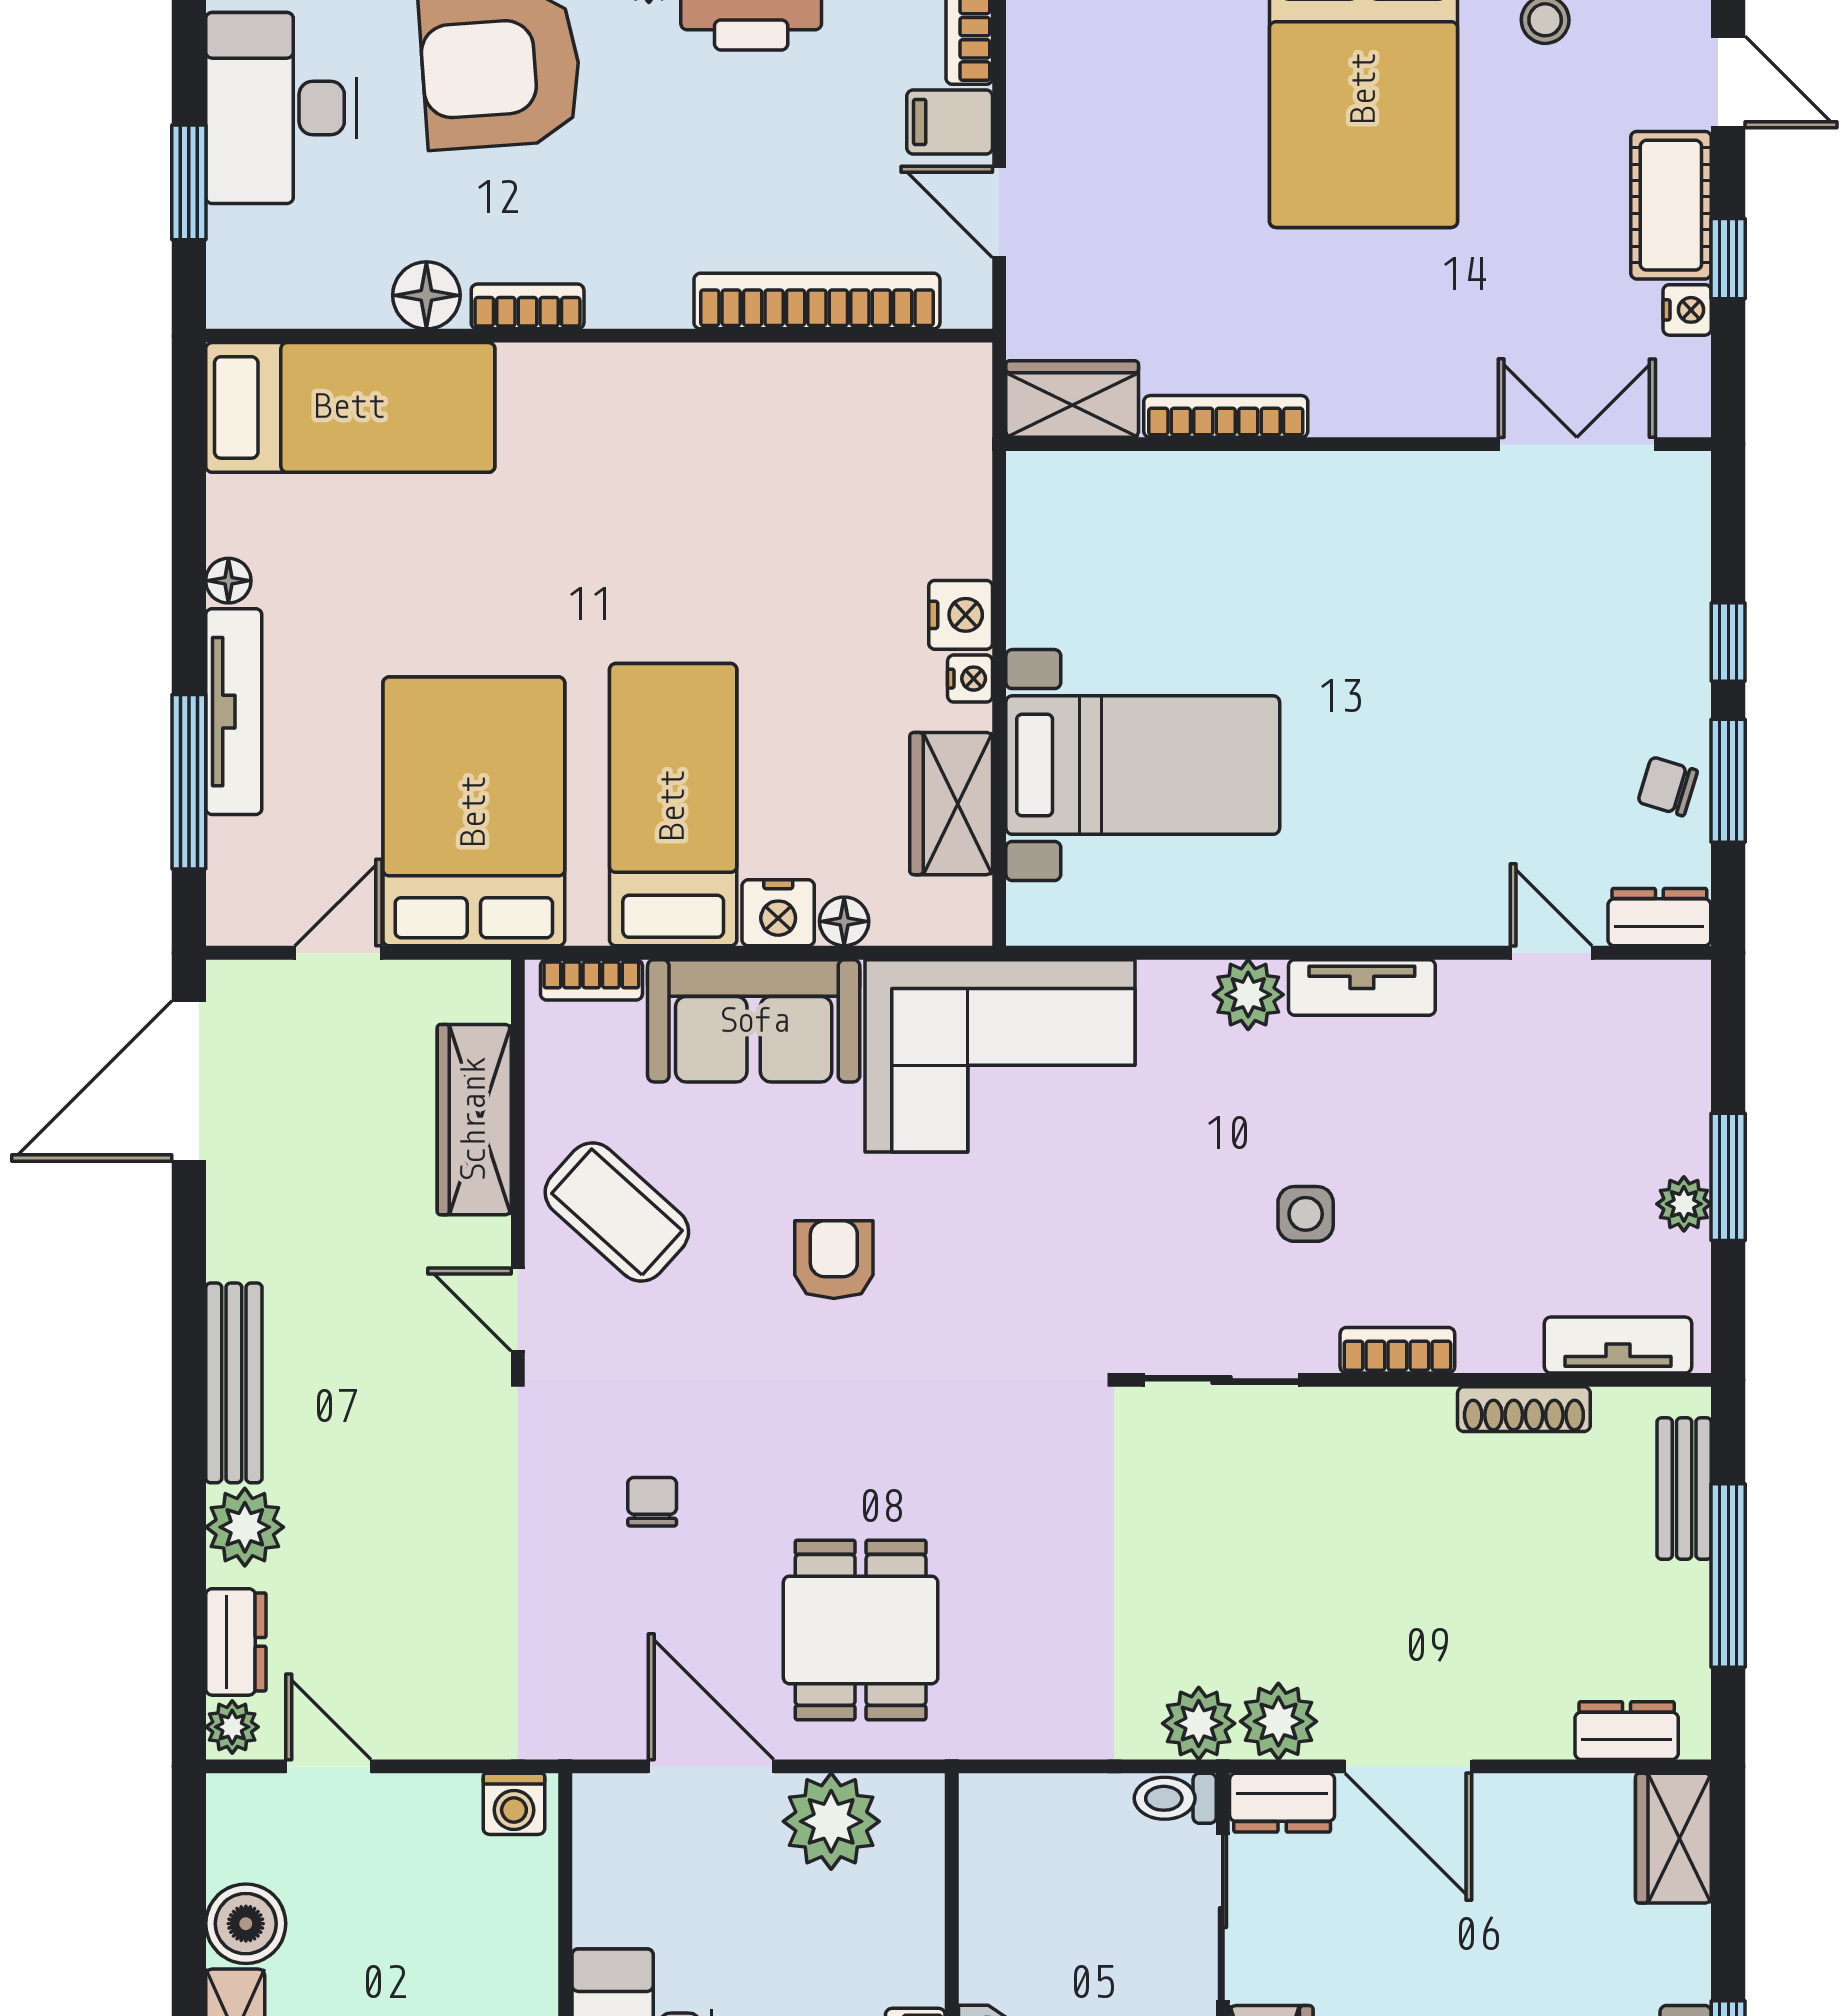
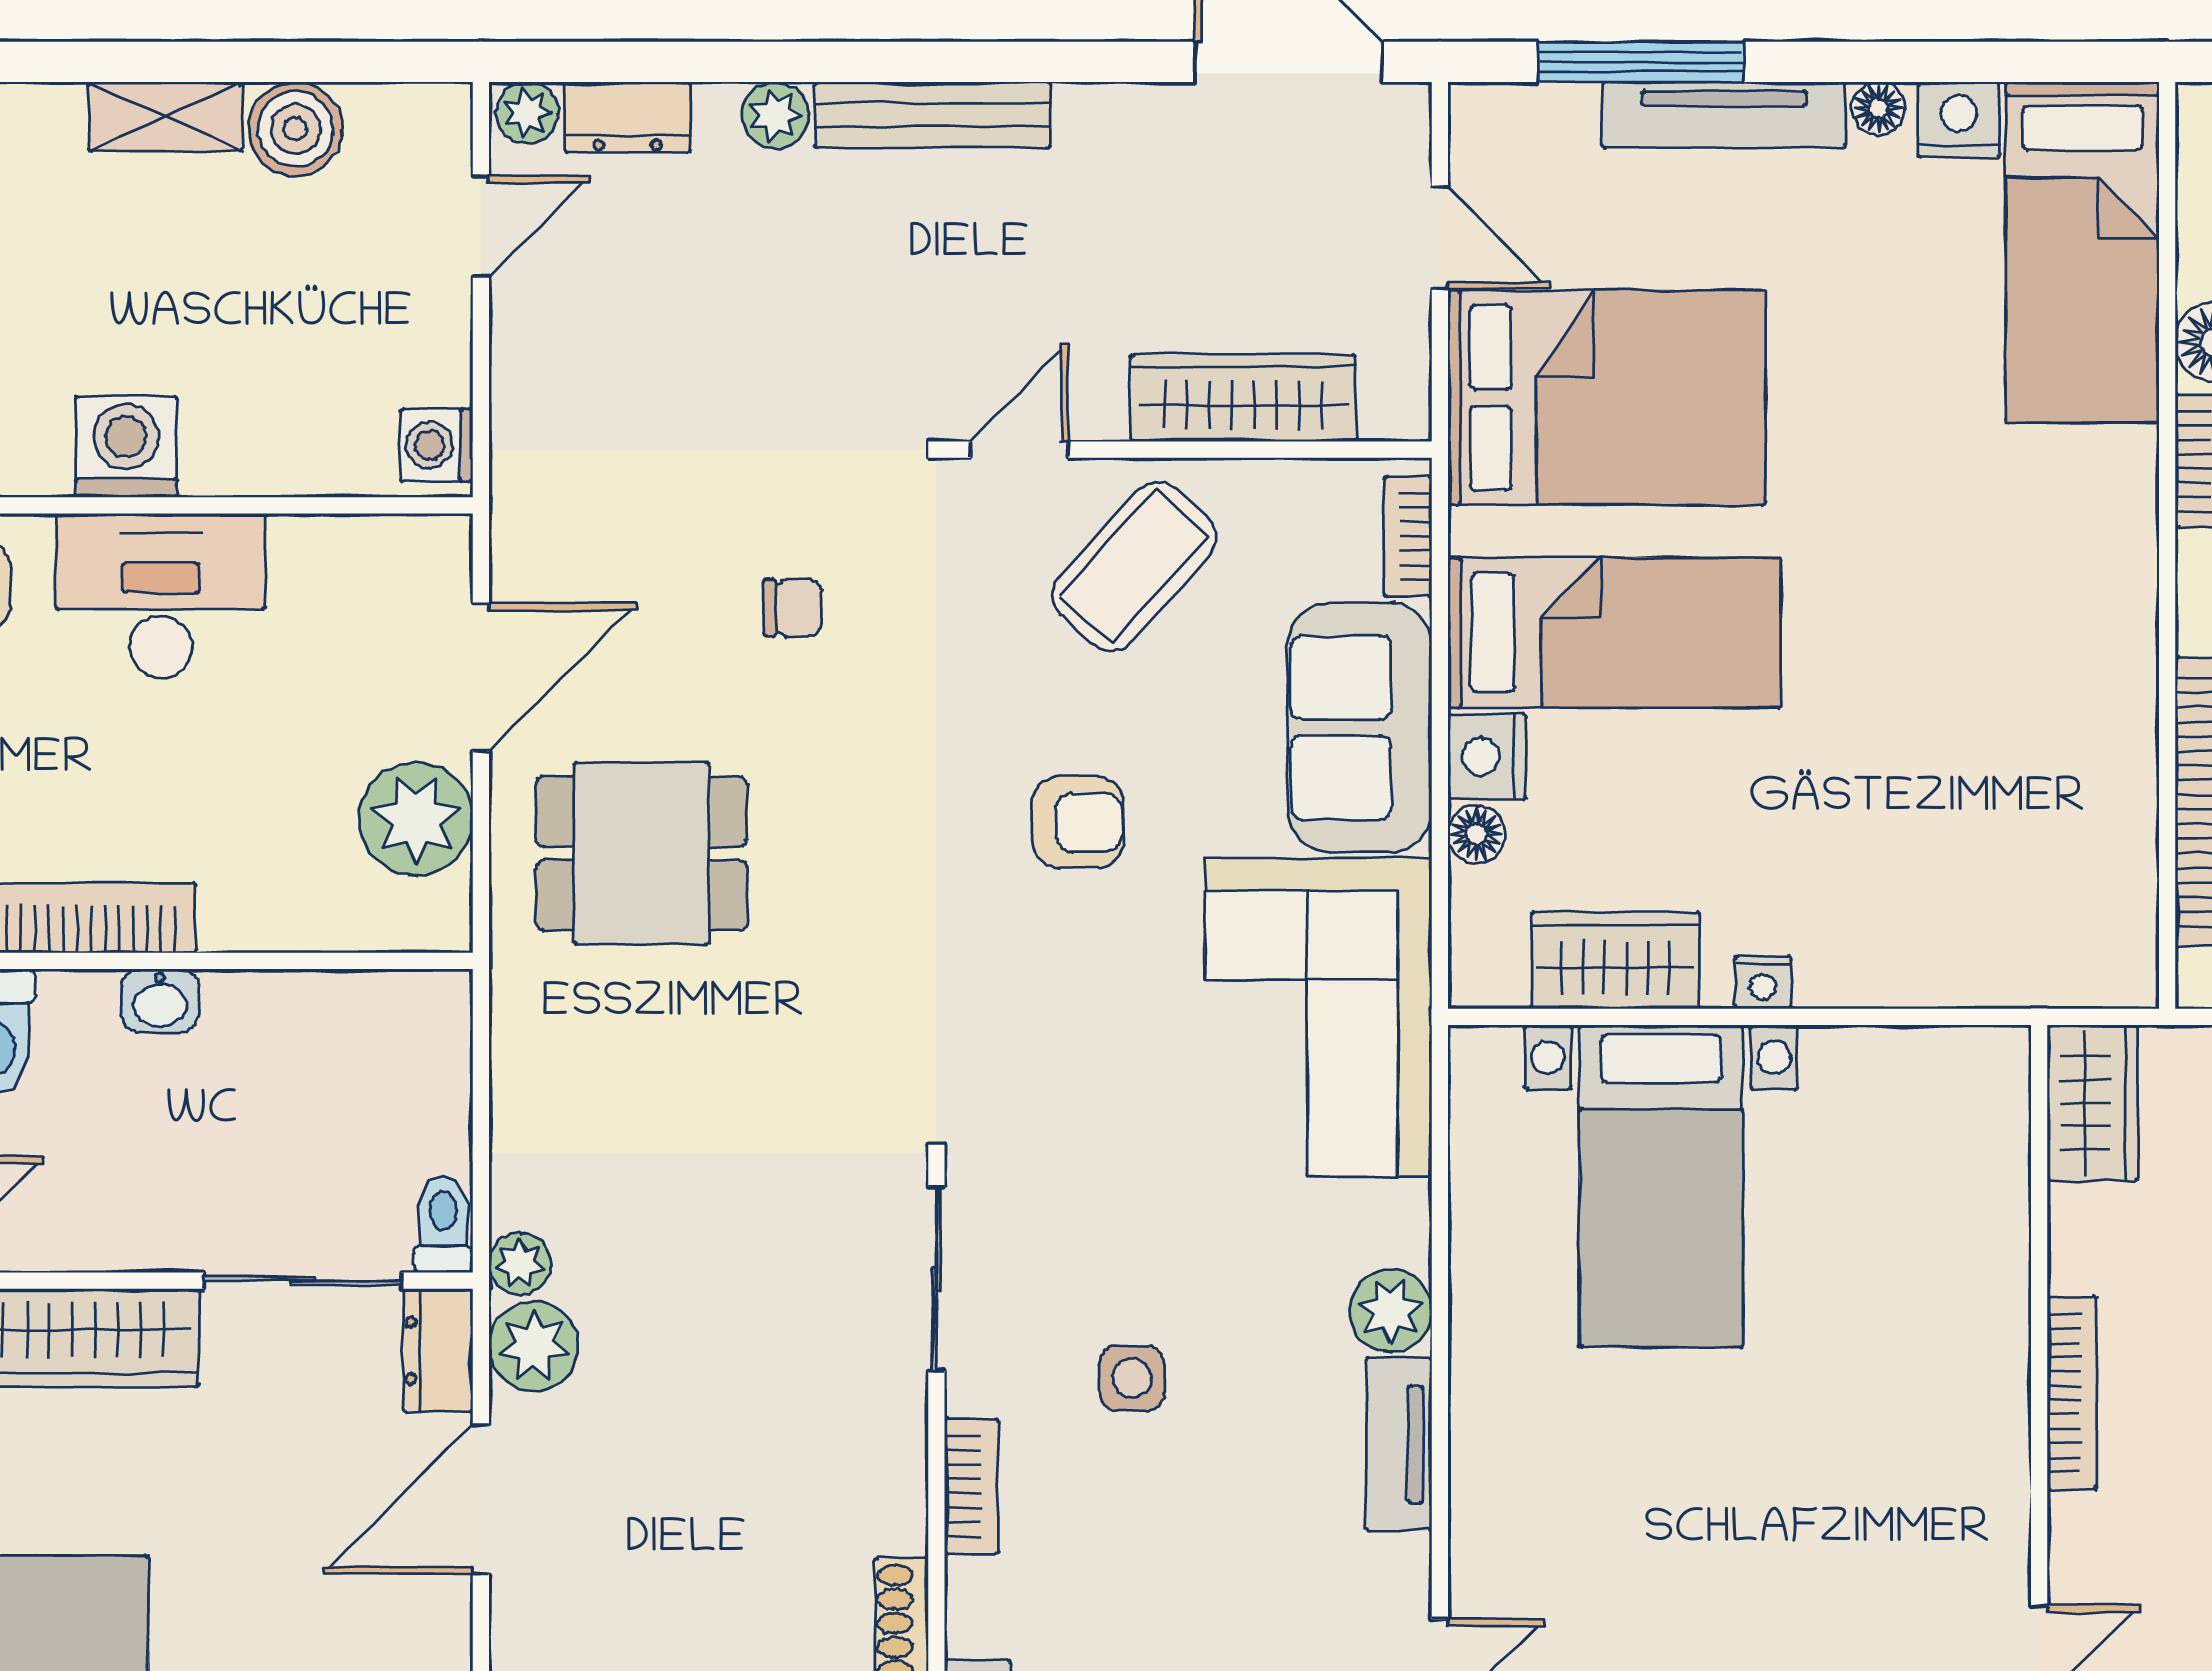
bookcase: (1226, 416) -> (2072, 1393), moved
nightstand: (961, 615) -> (1959, 119), moved, turned 180
plant: (245, 1527) -> (775, 115), width x0.73, depth x0.73
plant: (1199, 1723) -> (520, 1264), width x0.73, depth x0.73

